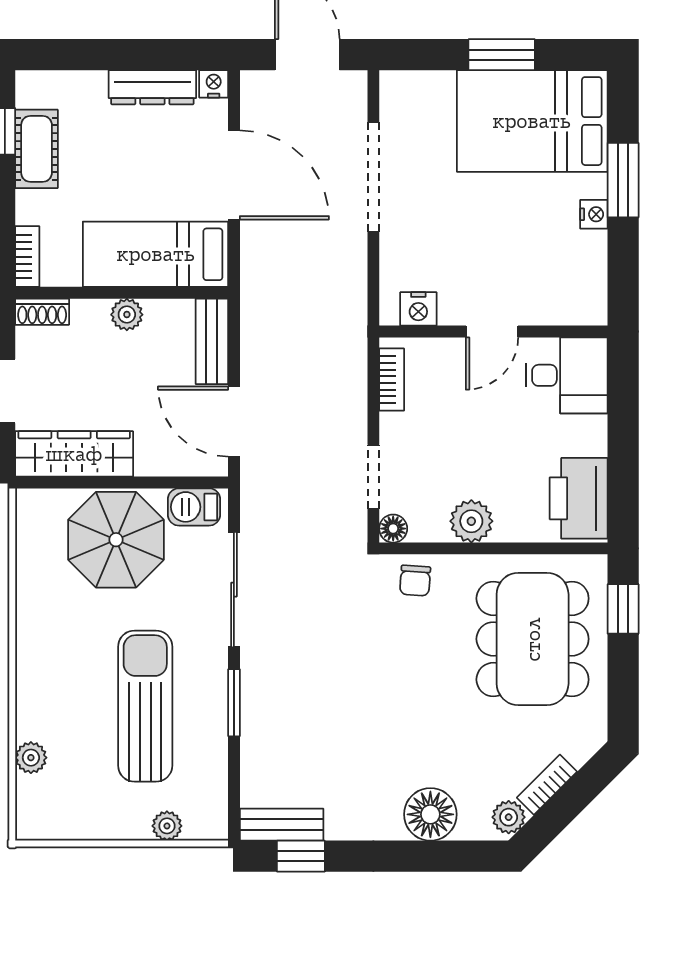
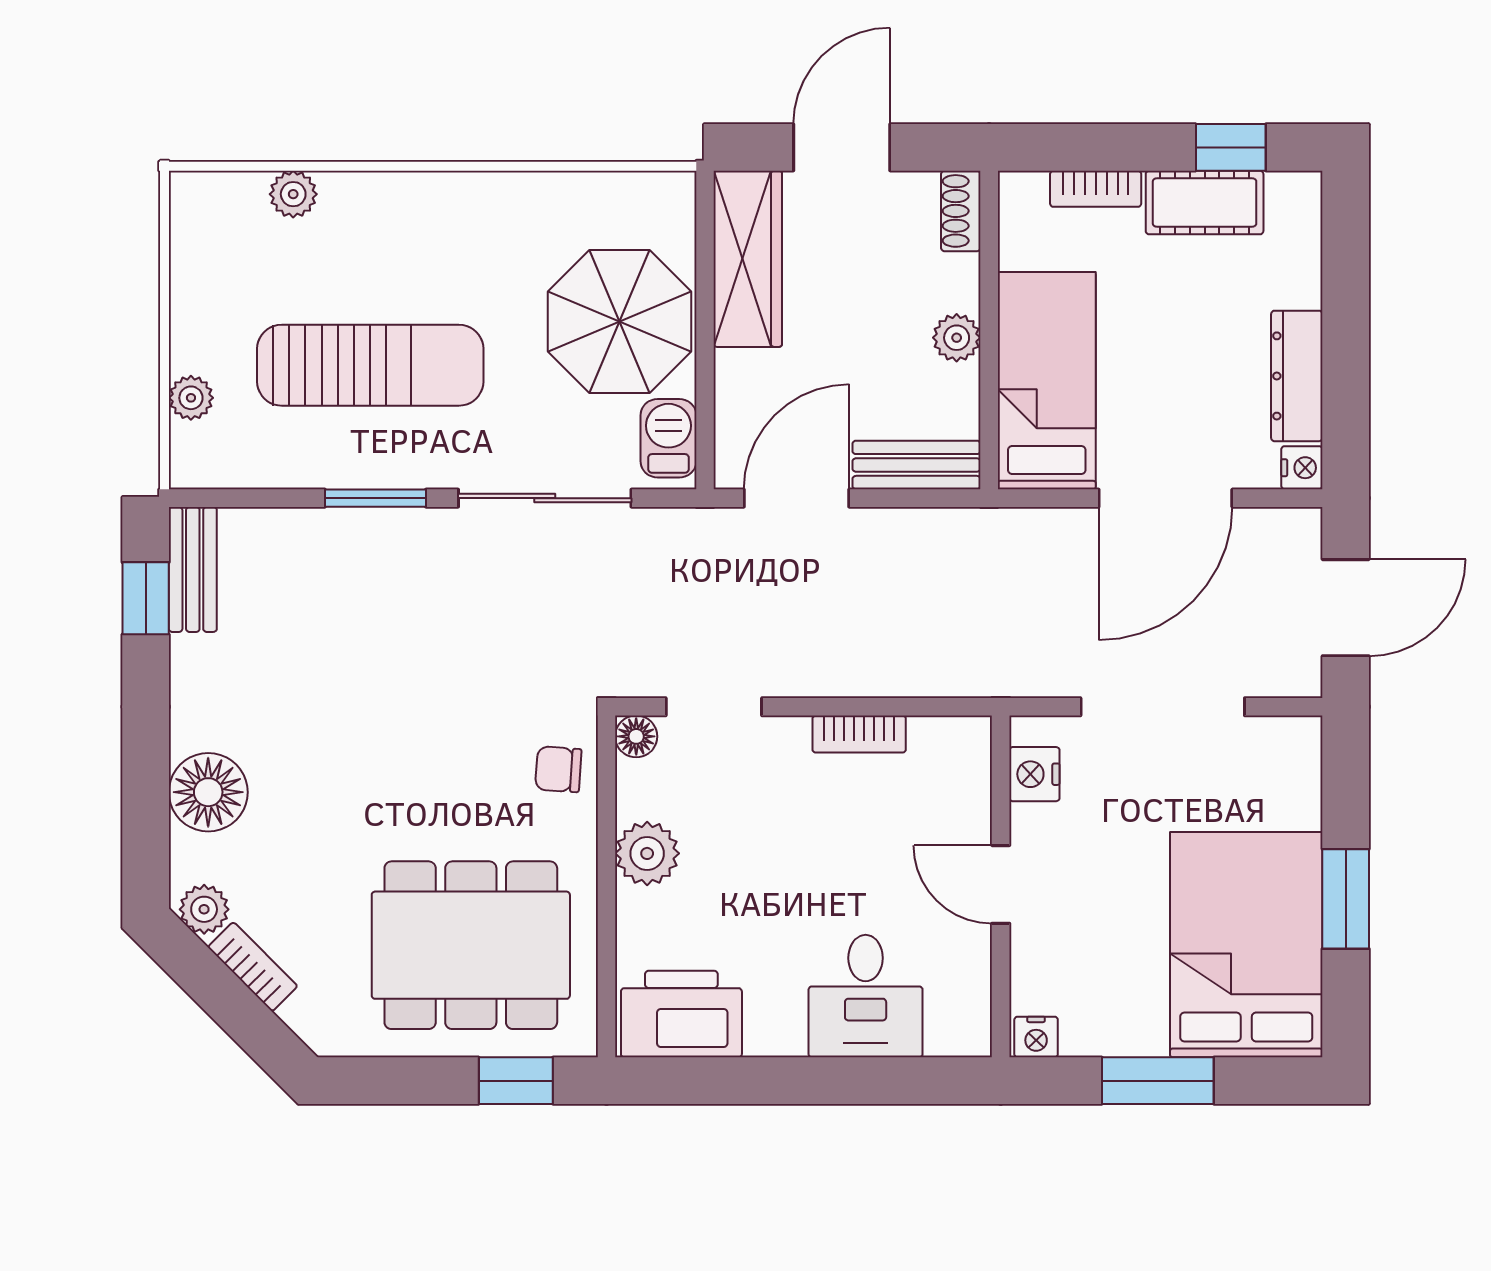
nightstand: (594, 214) -> (1036, 1037), moved
bookcase: (27, 257) -> (1096, 189), moved
nightstand: (418, 309) -> (1034, 774), moved
door: (492, 332) -> (1001, 884), moved
wall: (493, 332) -> (1001, 886), moved

